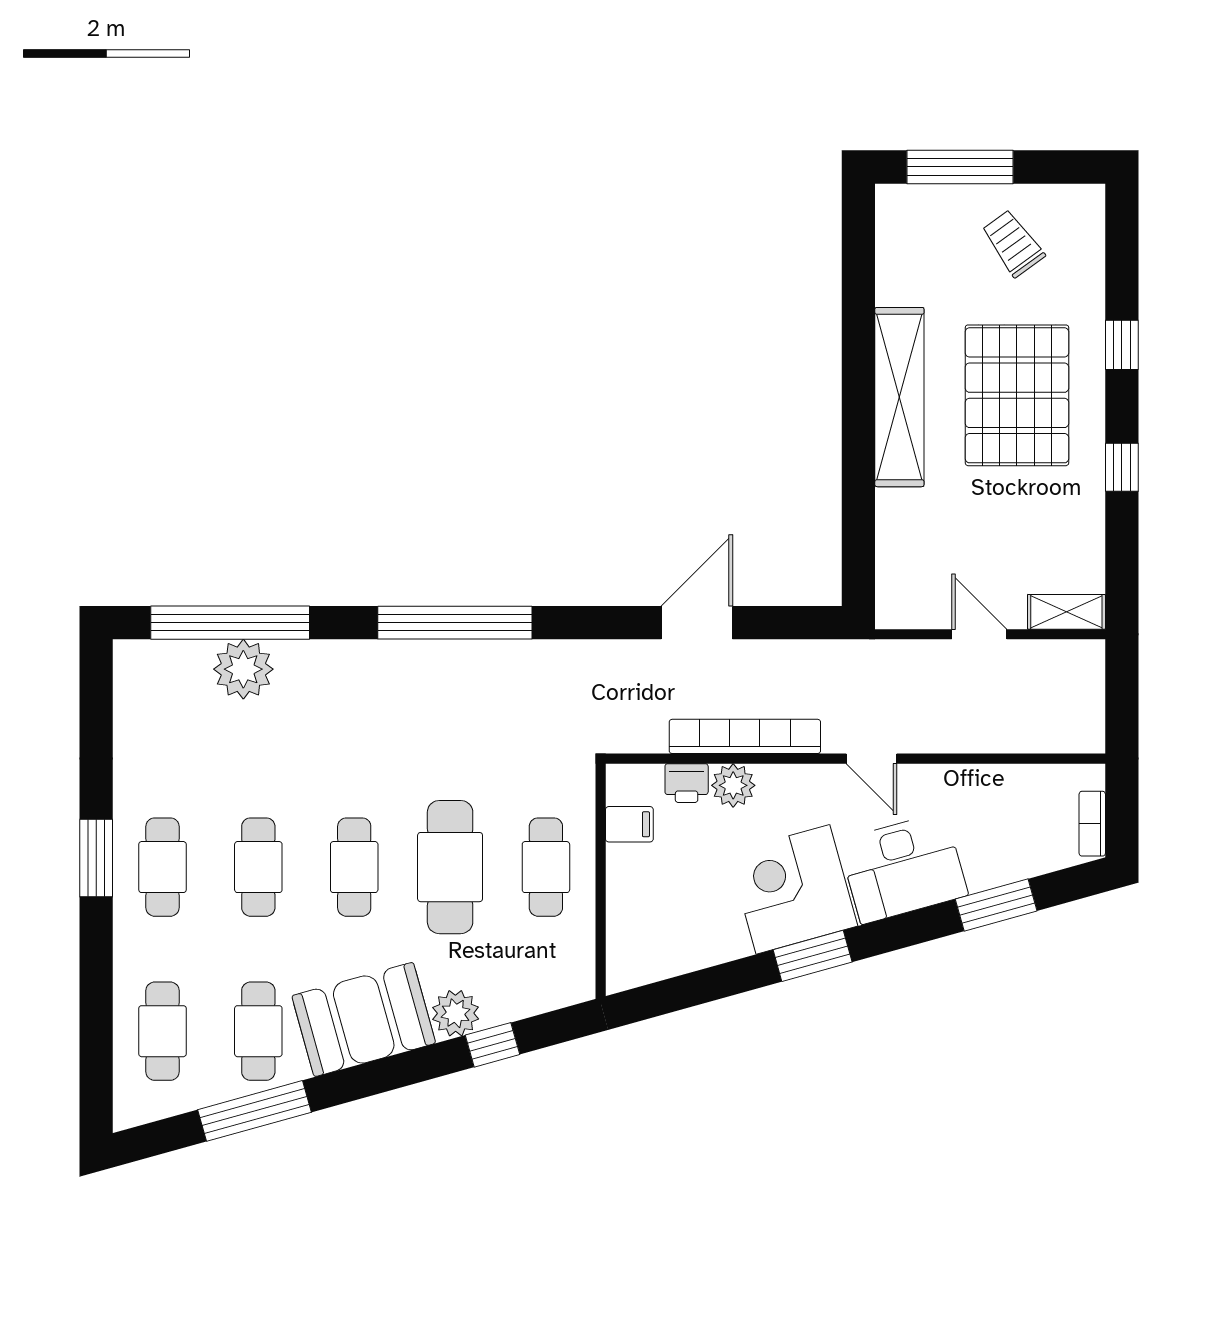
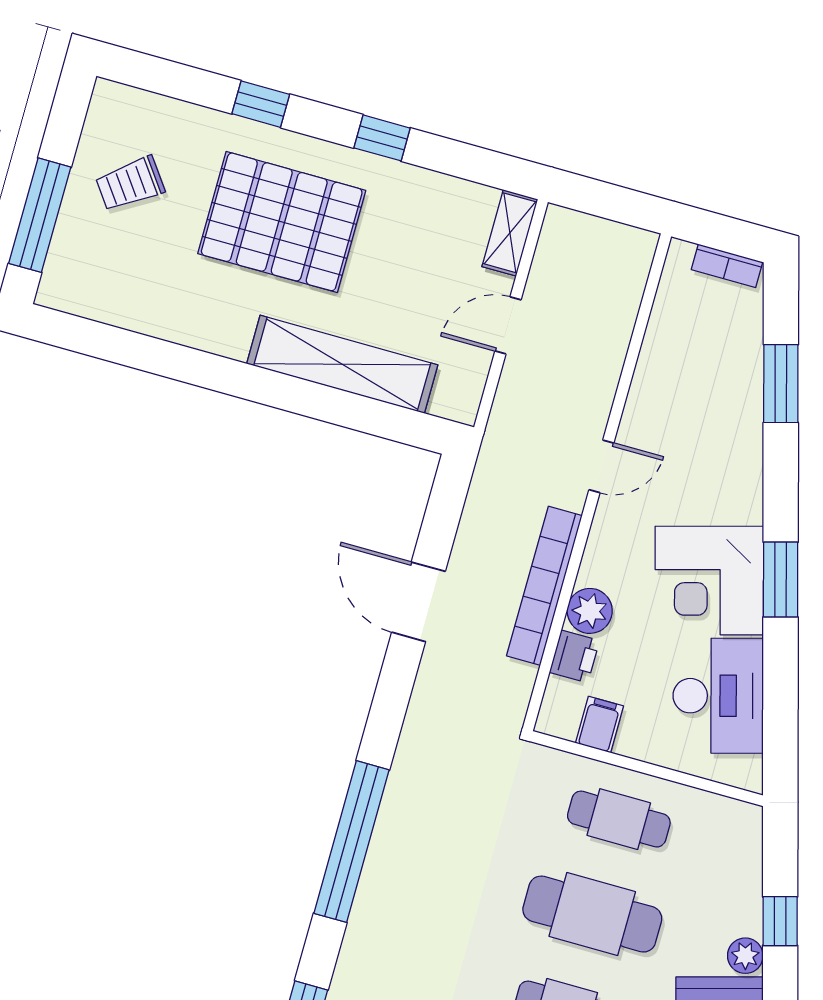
shelving: (899, 397) -> (342, 364), moved
desk: (903, 868) -> (718, 696), moved
plant: (456, 1013) -> (745, 956), width x0.73, depth x0.73

